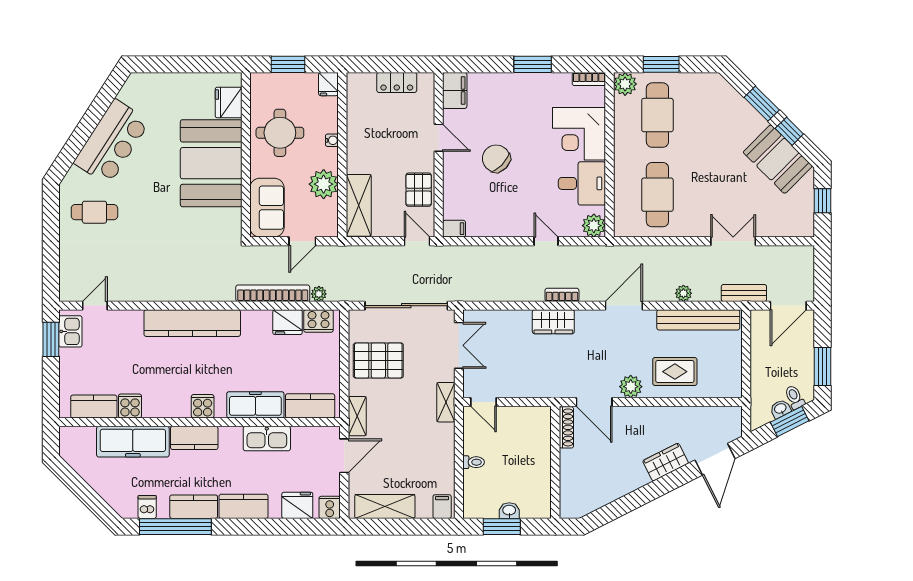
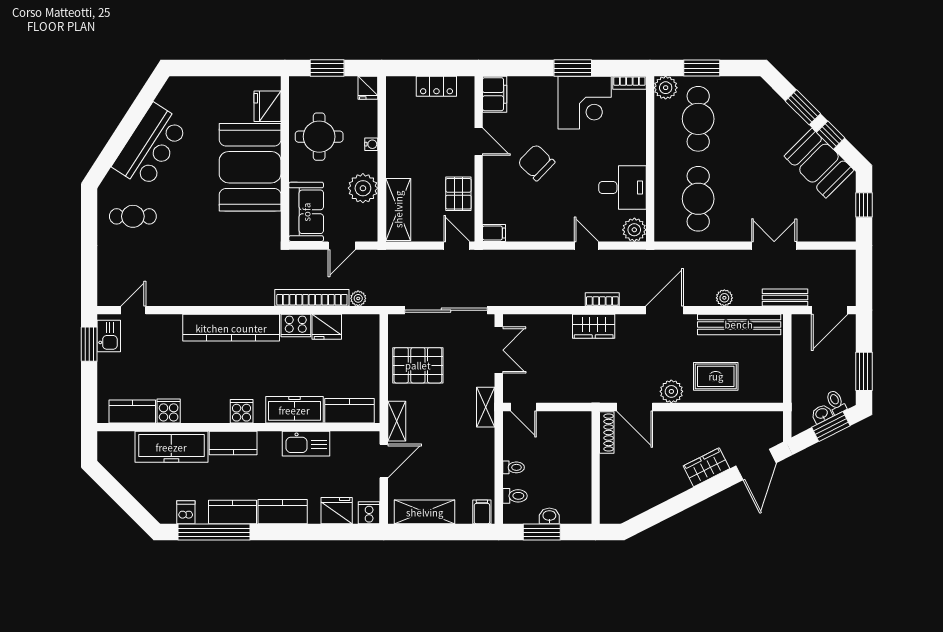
corner desk: (579, 134) -> (585, 103), moved, turned -90
cooker: (318, 321) -> (296, 326), moved
toilet: (475, 490) -> (515, 496), added

